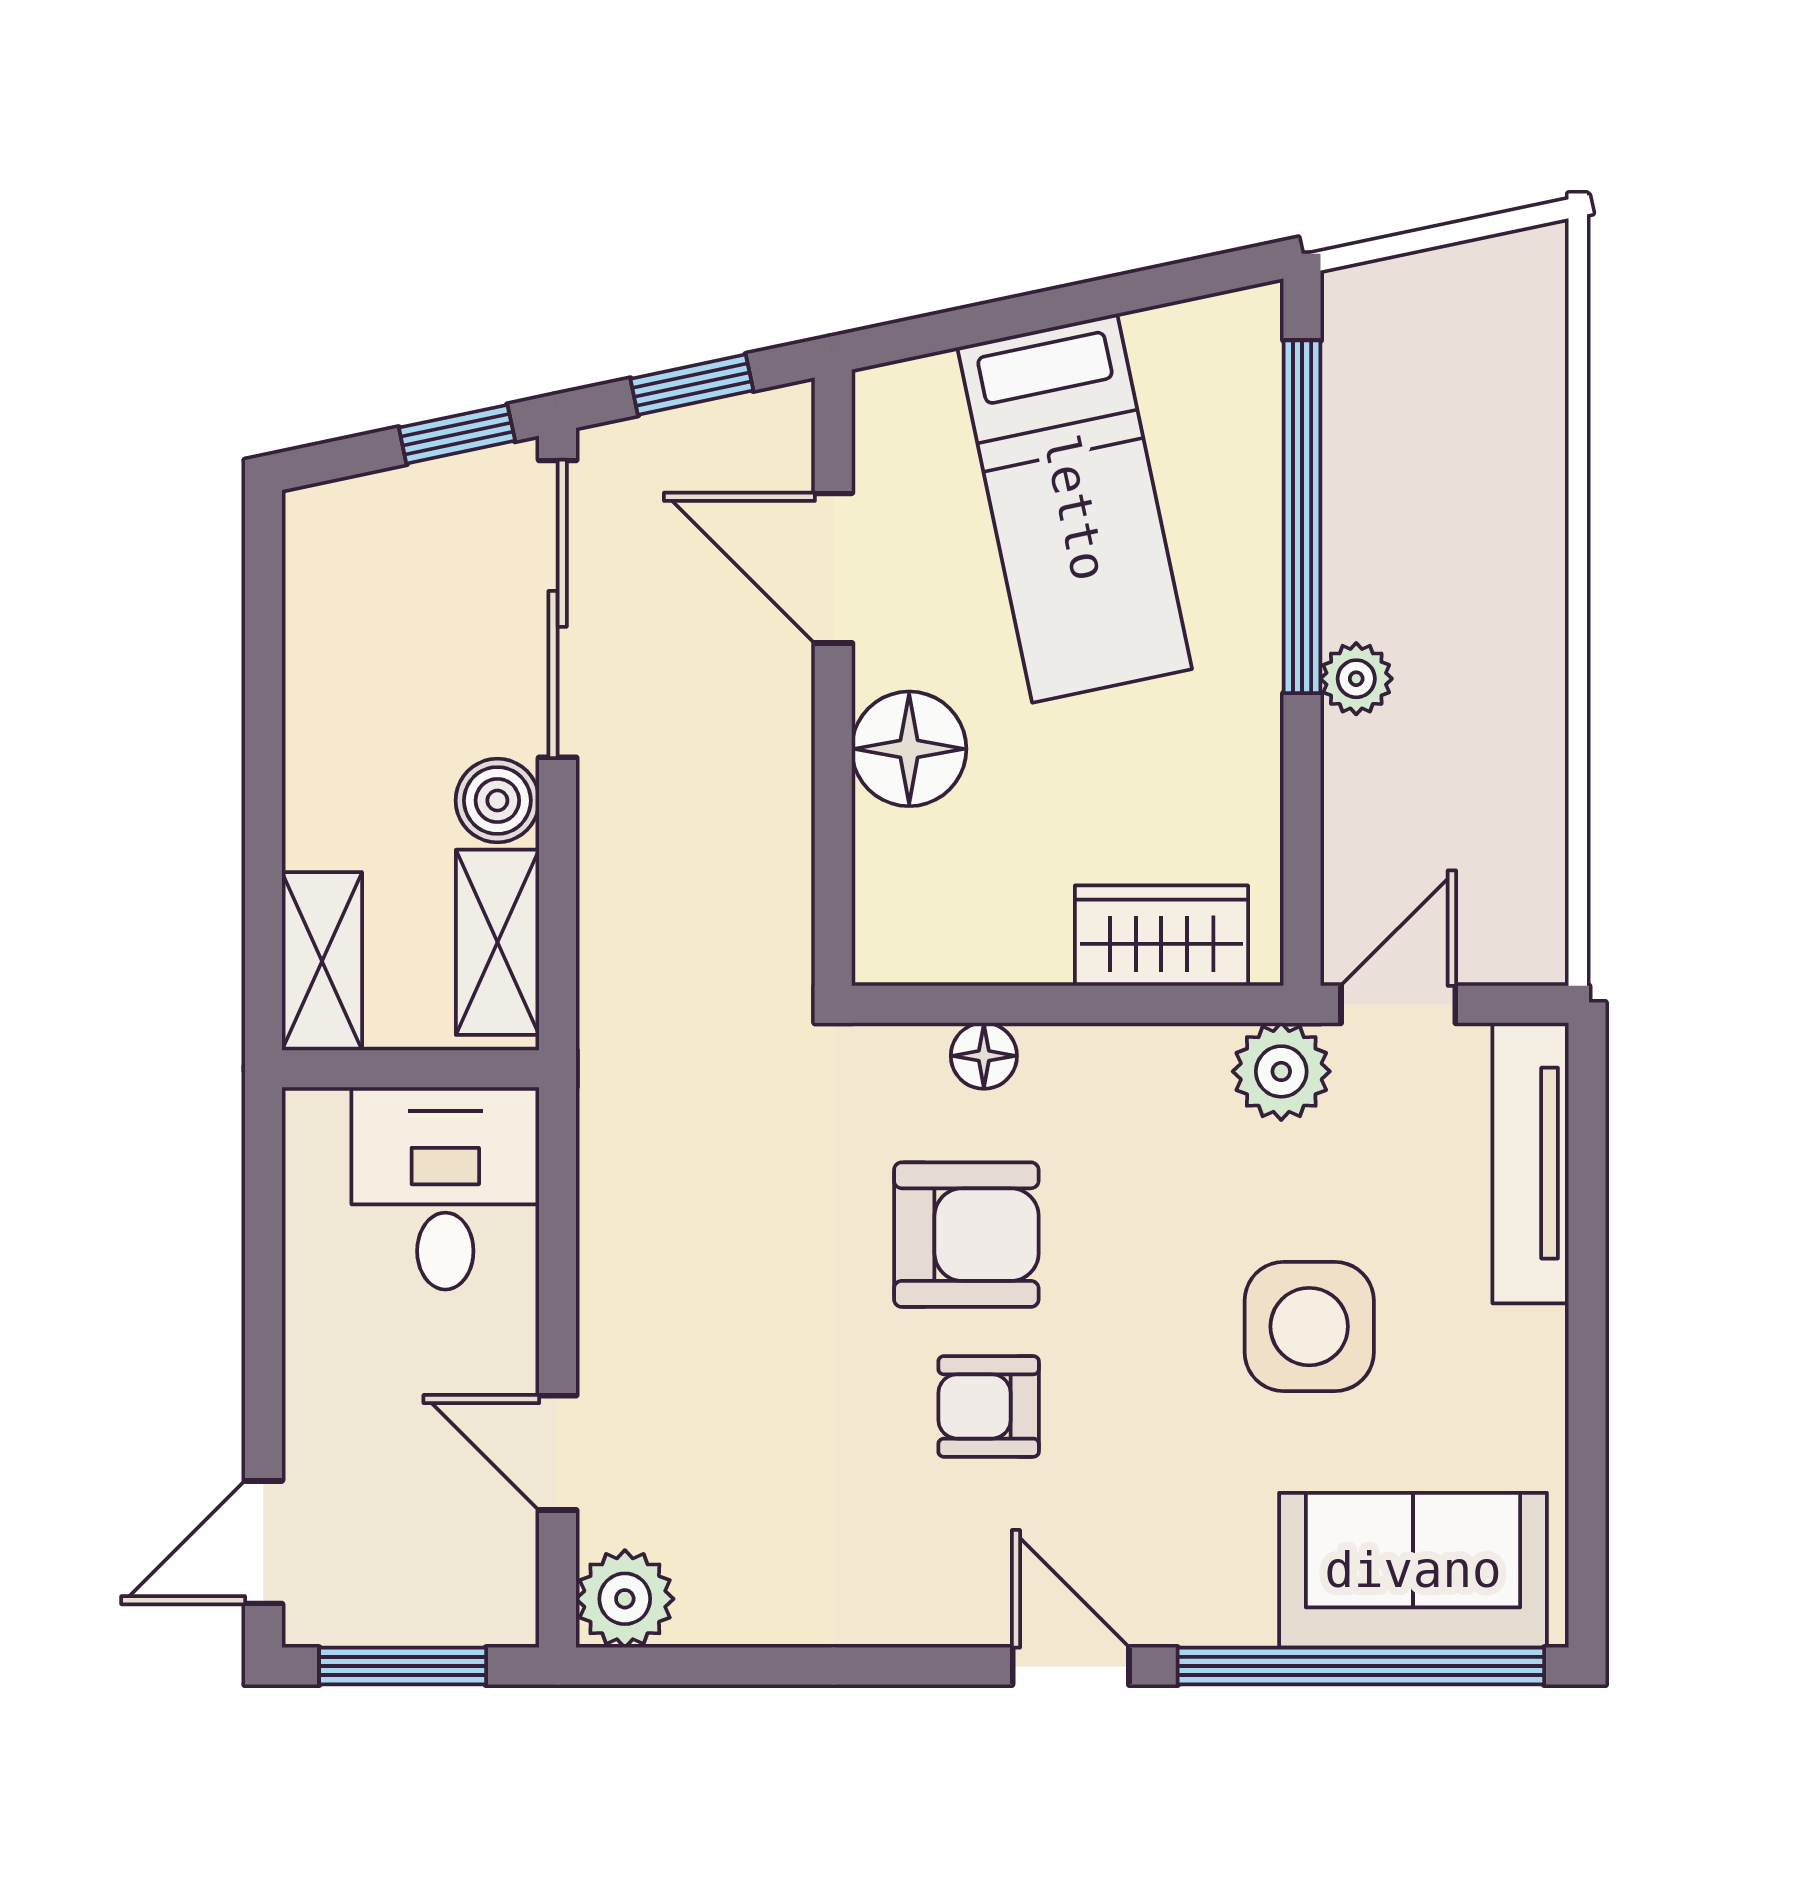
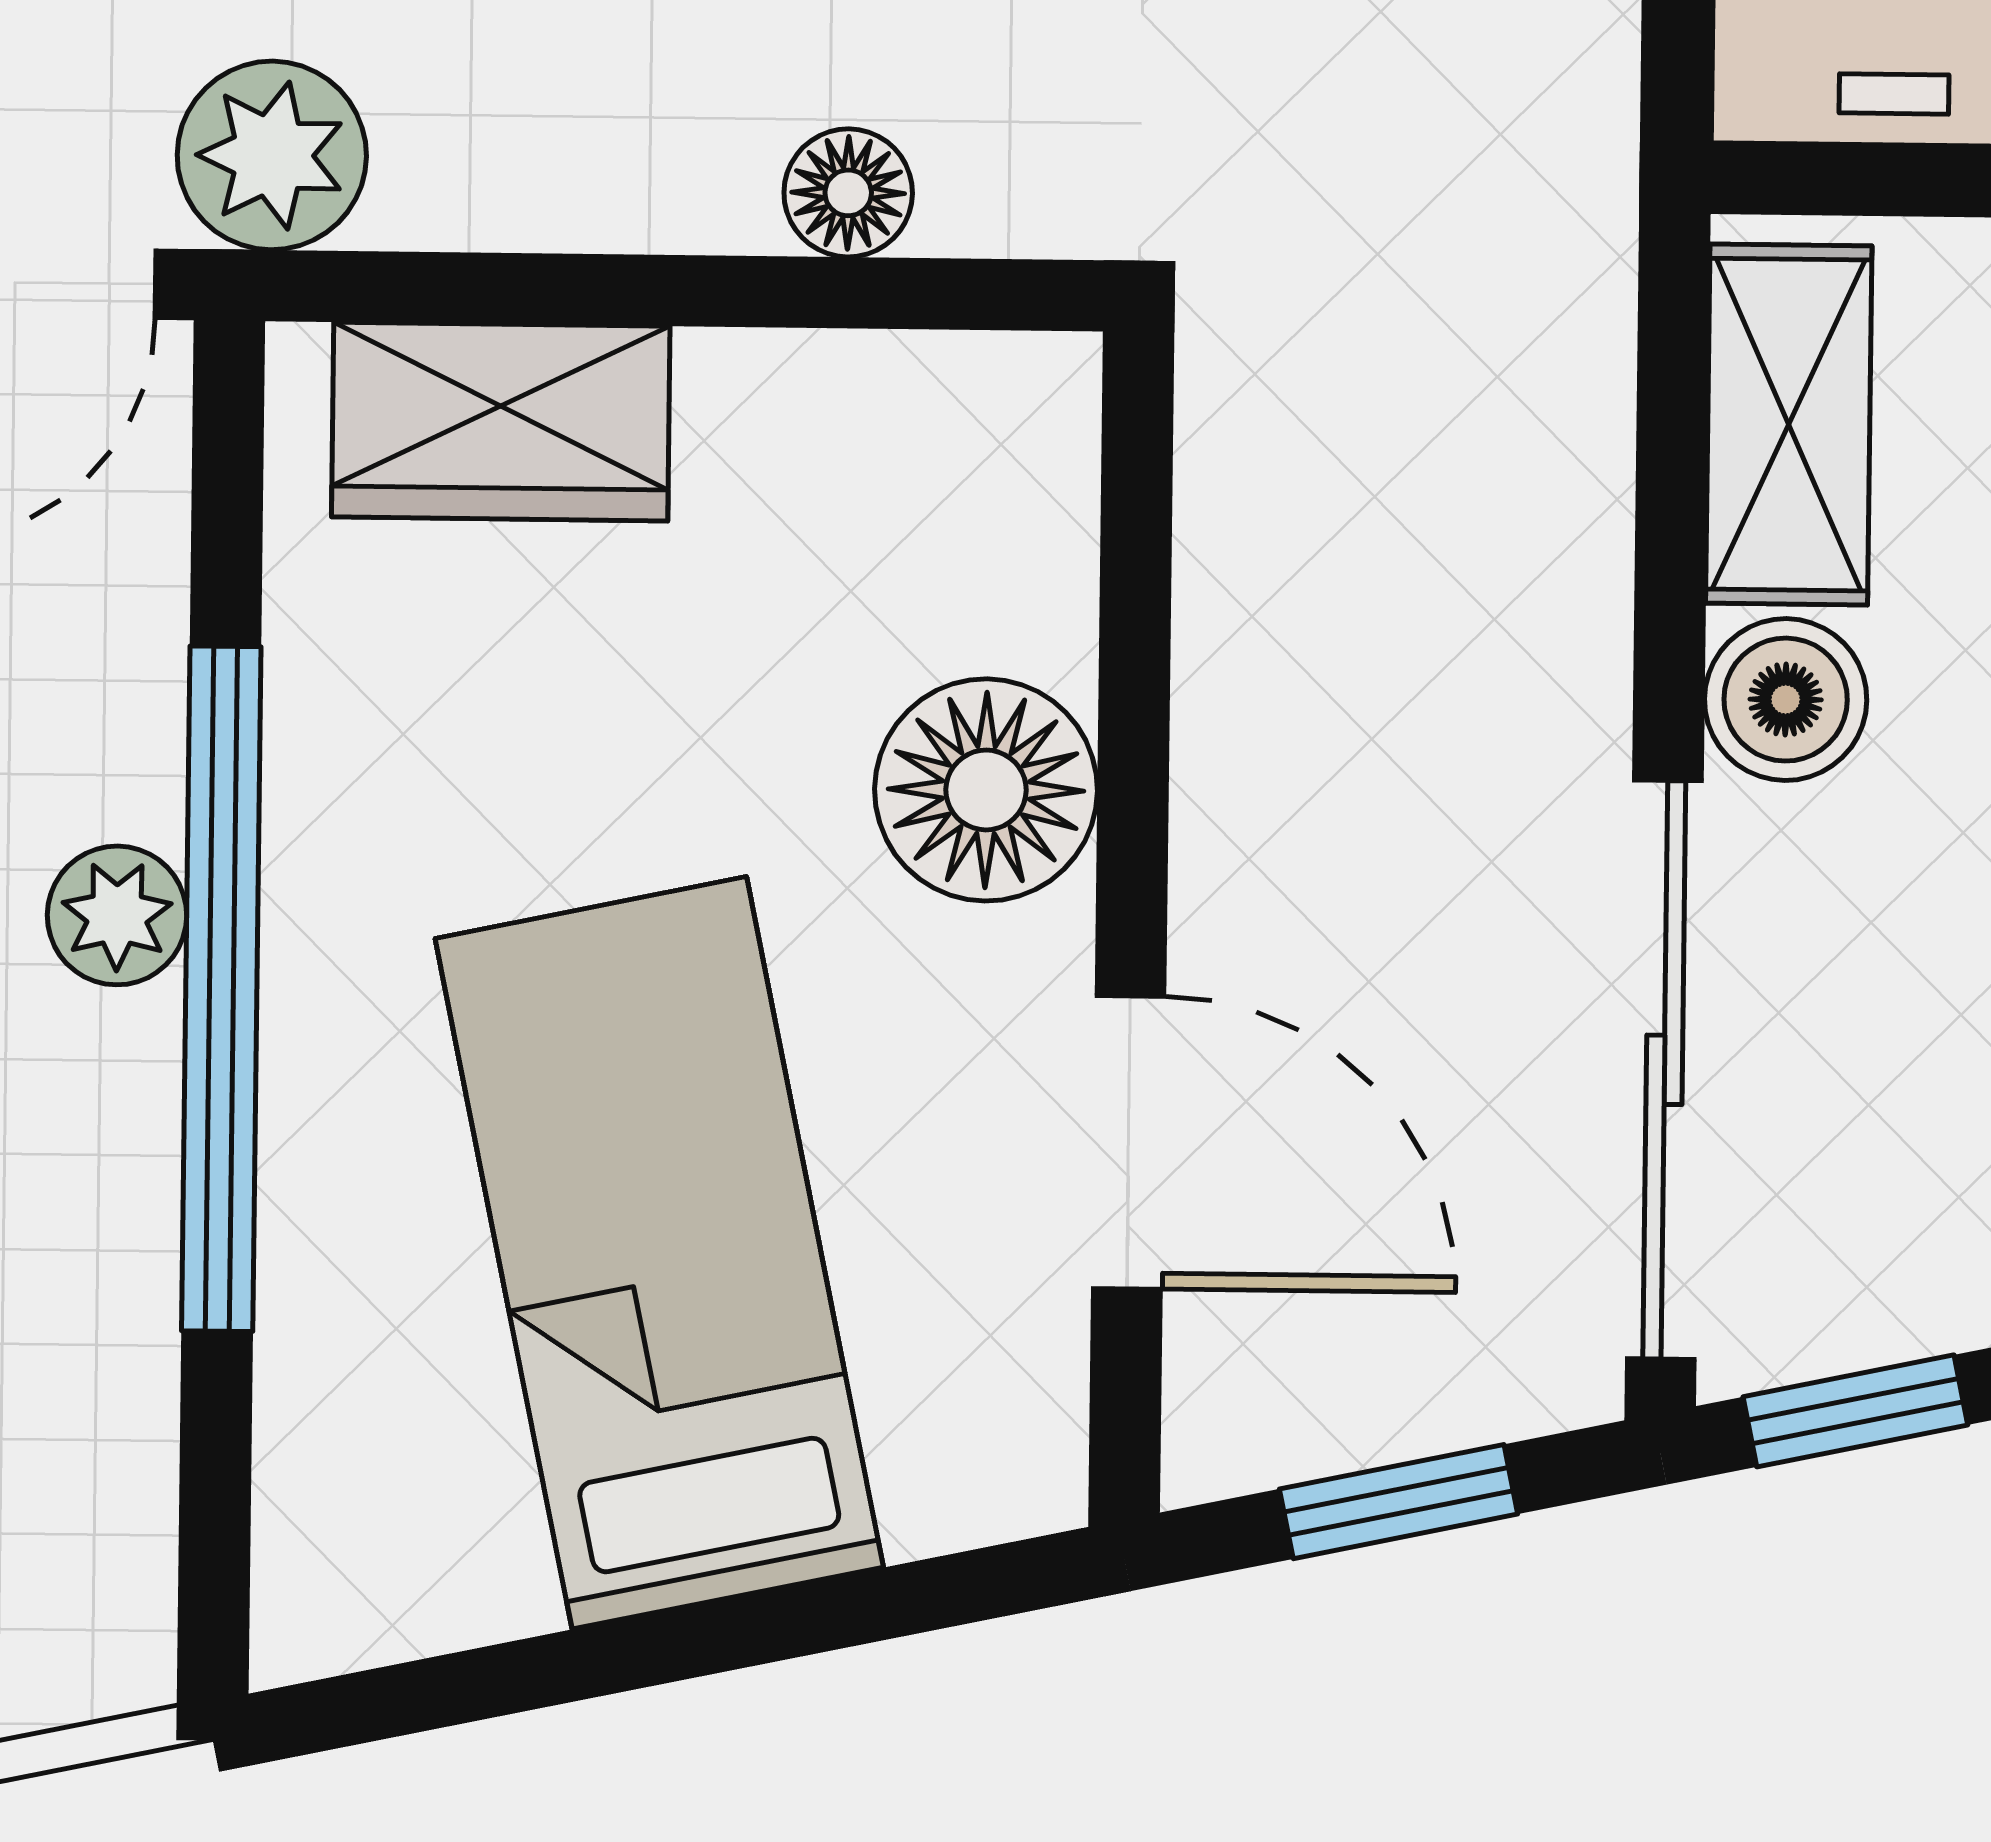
window: (1302, 517) -> (221, 989), moved

